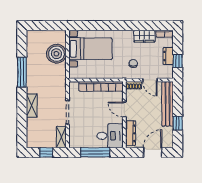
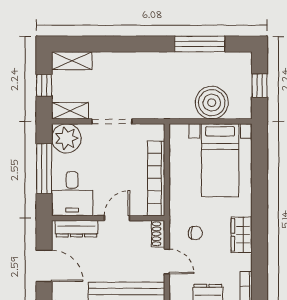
window: (46, 26) -> (259, 86), added
wardrobe: (144, 36) -> (242, 235), moved
window: (22, 72) -> (200, 44), moved
door: (150, 80) -> (167, 261), swing flipped
shelving: (32, 105) -> (72, 61), moved
plant: (77, 139) -> (66, 138), added

